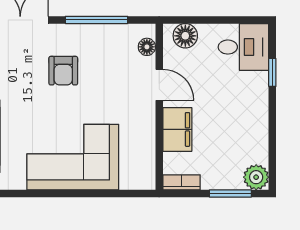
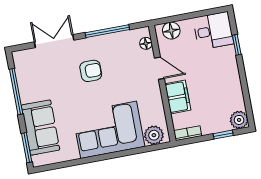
armchair: (63, 71) -> (91, 71), turned -90
plant: (134, 176) -> (154, 135), added
window: (230, 193) -> (223, 135), width x0.67

